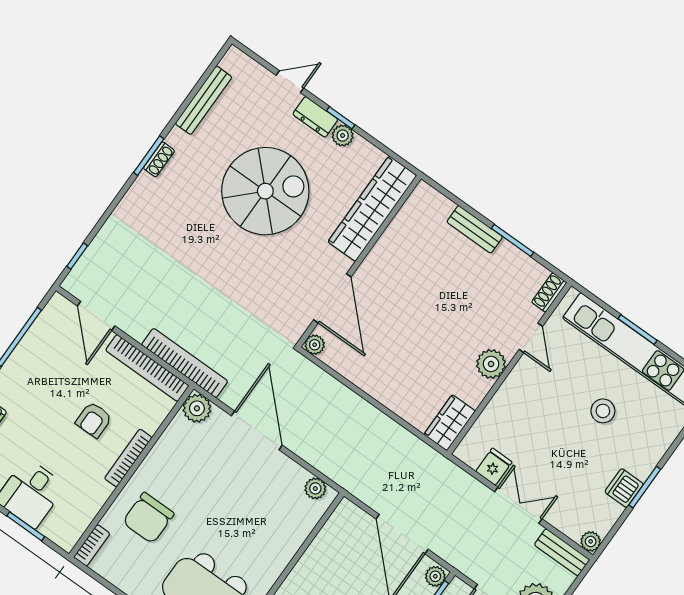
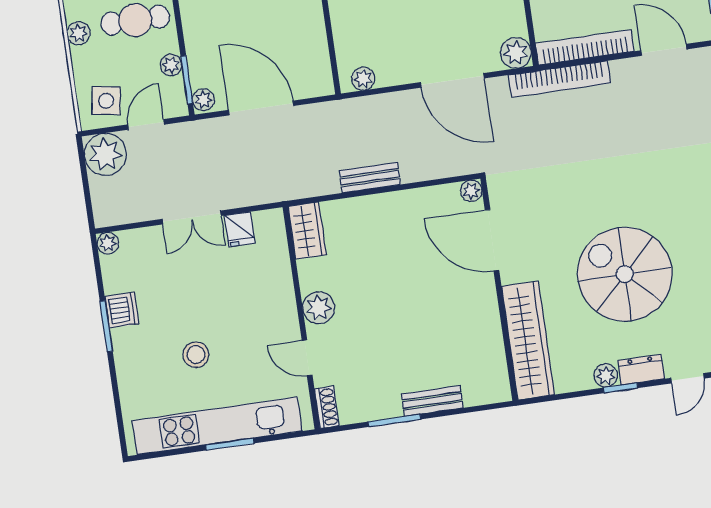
spiral stairs: (265, 191) -> (625, 274), turned 90
bench: (562, 552) -> (370, 178), moved

